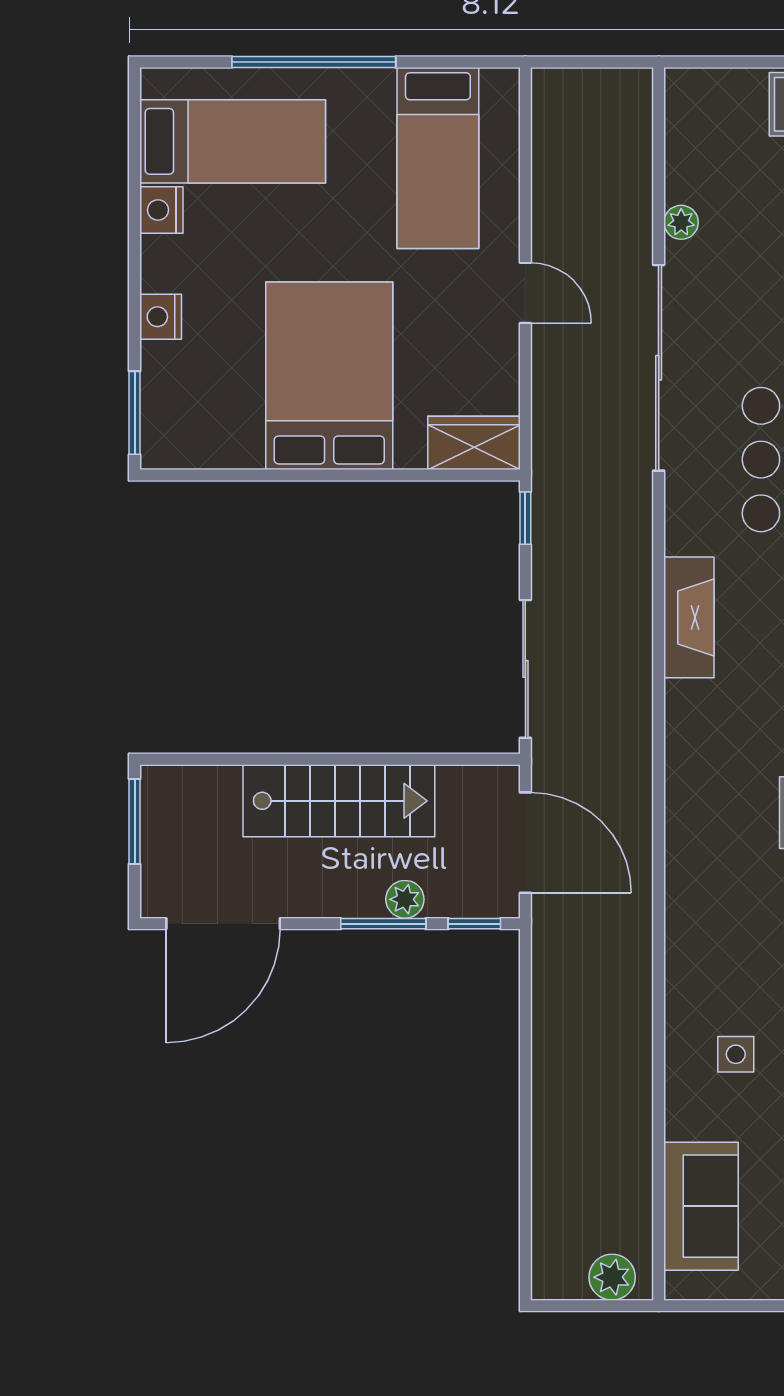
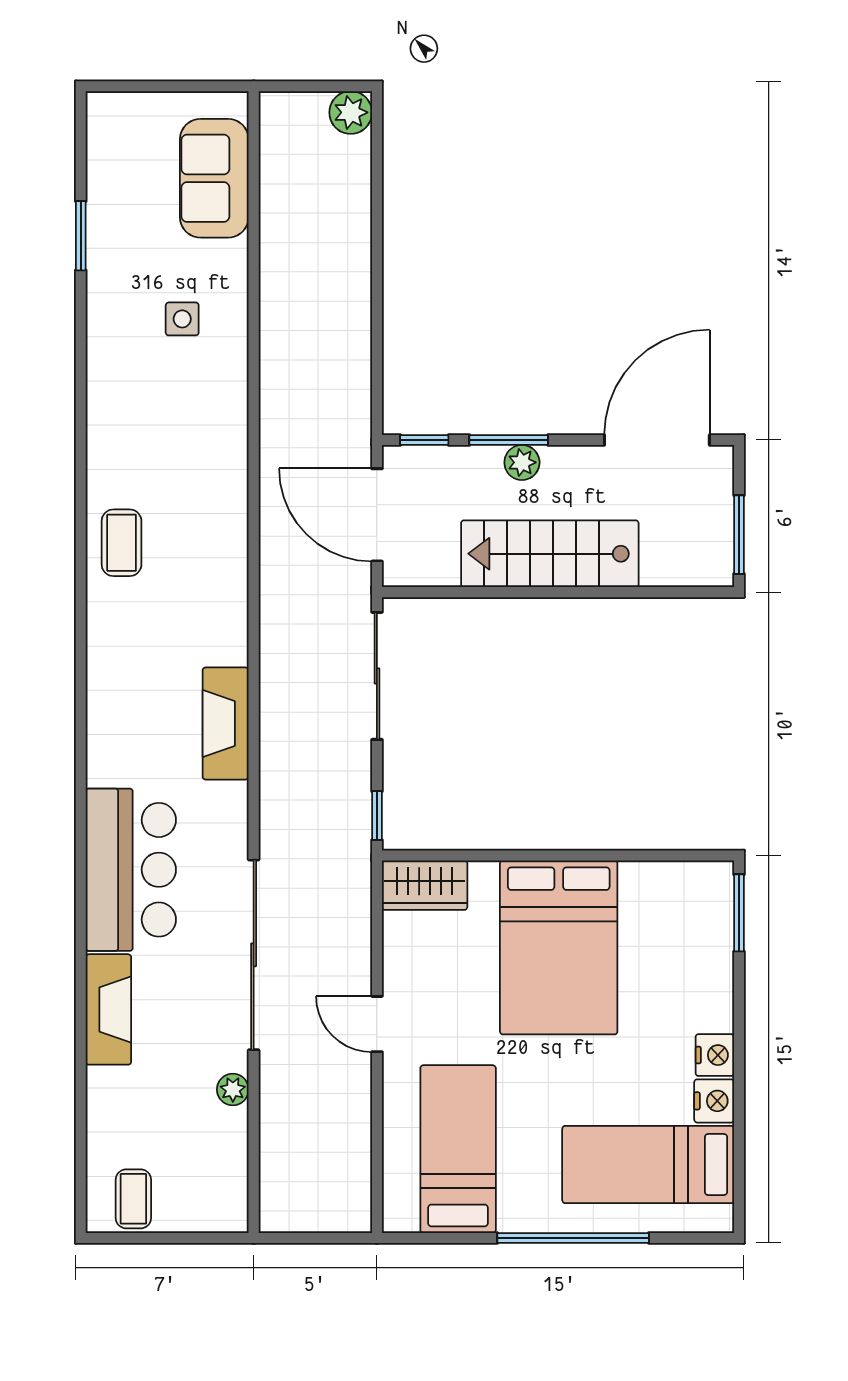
nightstand: (161, 317) -> (715, 1055), moved
plant: (405, 899) -> (522, 462), moved
plant: (612, 1277) -> (351, 112), moved

